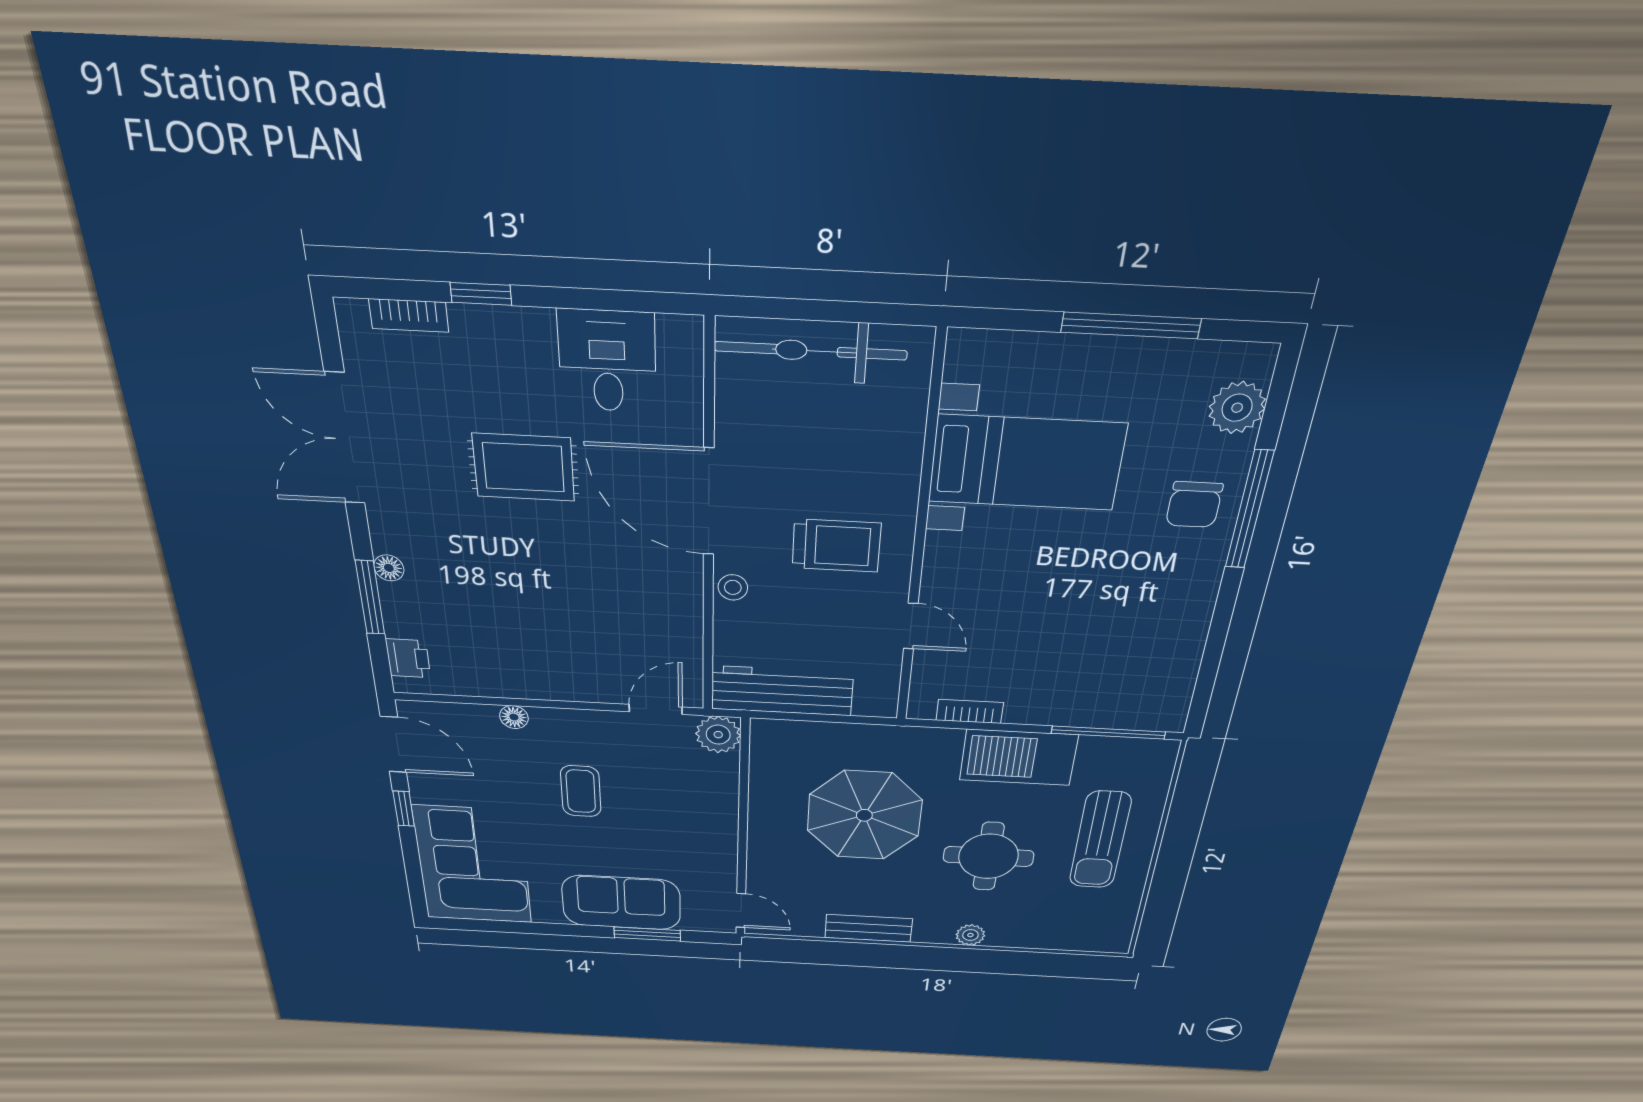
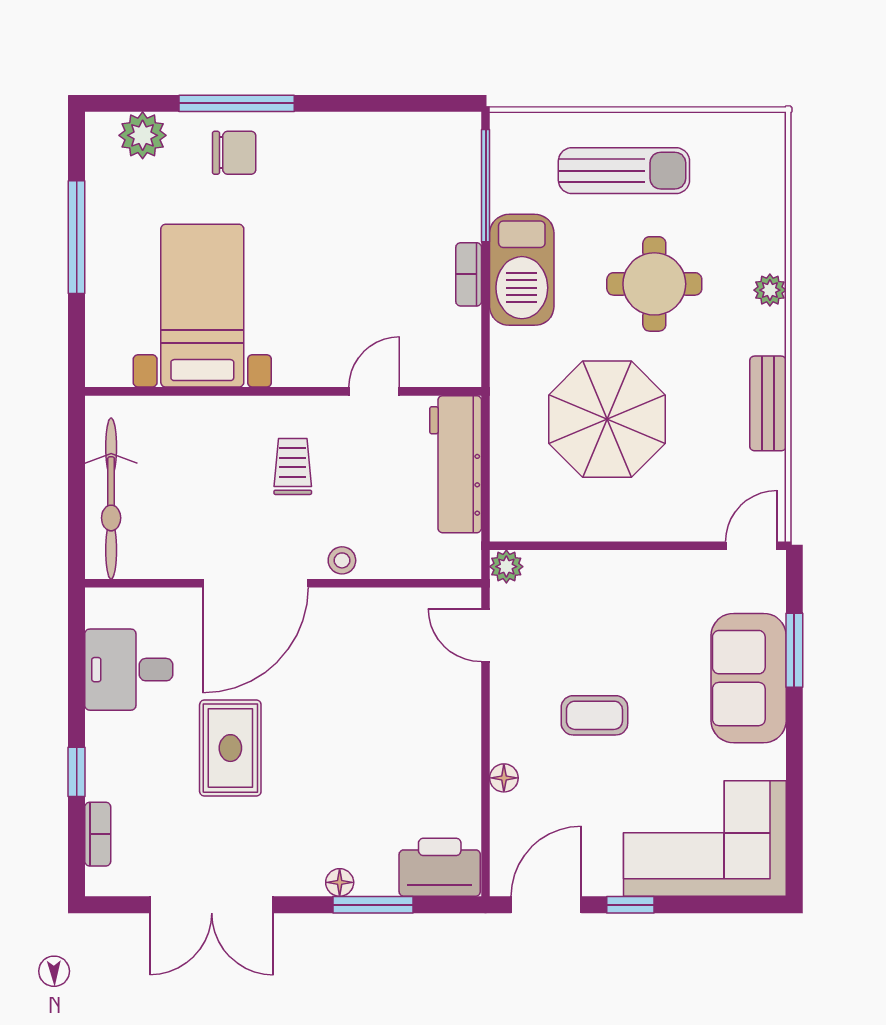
trolley: (836, 546) -> (293, 466), width x0.73, depth x0.72
printer: (408, 658) -> (440, 867), width x1.87, depth x1.48
workbench: (782, 691) -> (456, 464), moved
bookcase: (970, 711) -> (469, 274), moved
plant: (718, 735) -> (506, 567), width x0.73, depth x0.73

